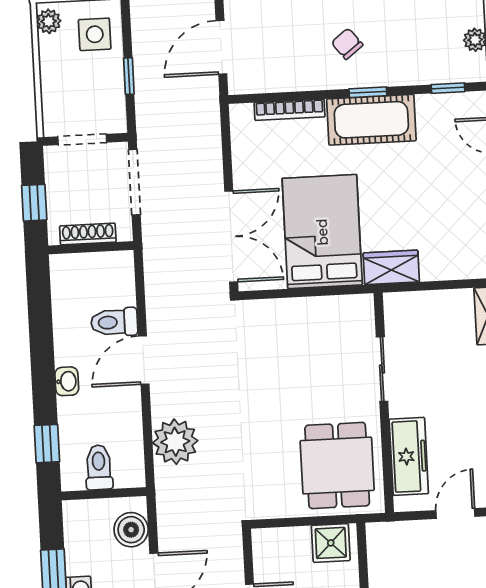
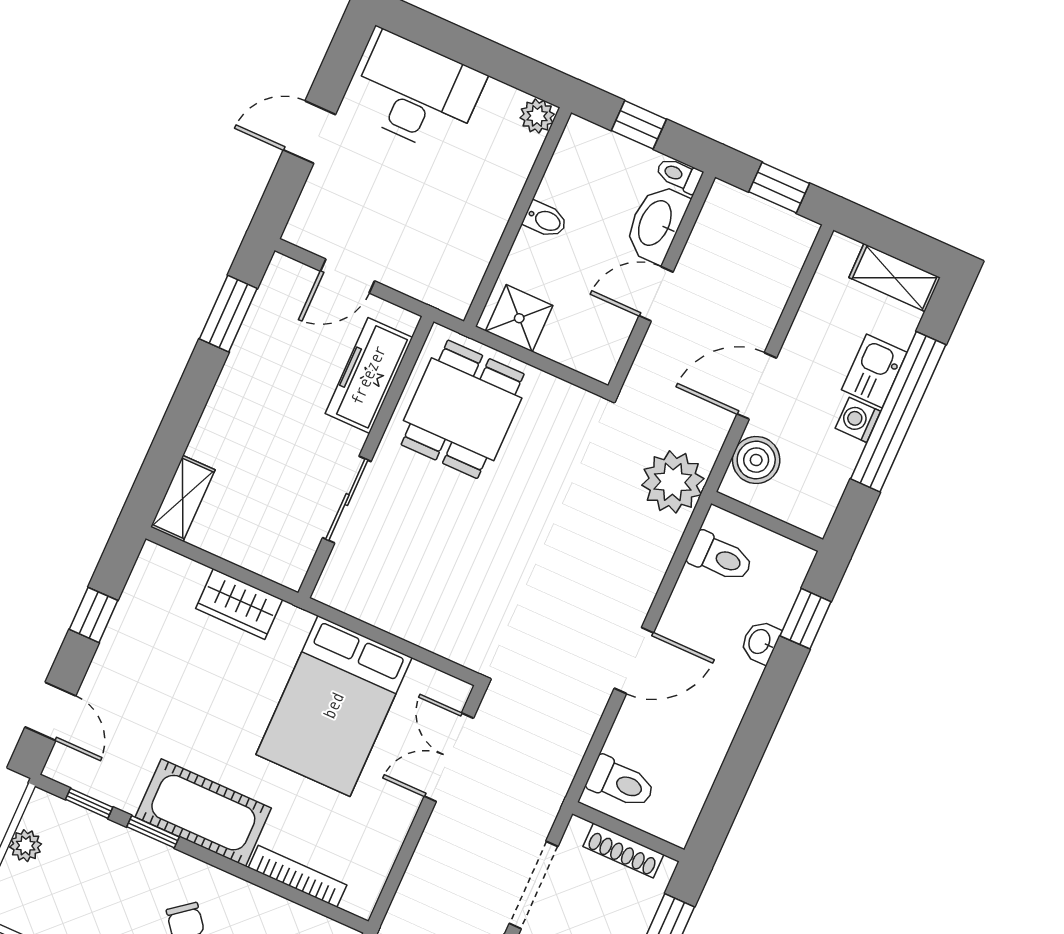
window: (368, 92) -> (153, 832), moved
double door: (231, 237) -> (449, 757), width x0.73
wardrobe: (391, 267) -> (239, 604), moved
toilet: (114, 322) -> (621, 783), moved
washbasin: (67, 381) -> (760, 642), moved
plant: (175, 442) -> (673, 482), moved
toilet: (99, 467) -> (720, 557), moved, turned -90

